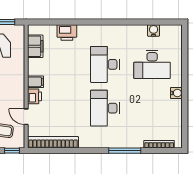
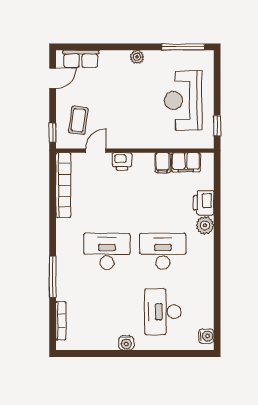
water cooler: (154, 30) -> (206, 336), moved
plant: (85, 31) -> (205, 225), added
filing cabinet: (36, 82) -> (163, 163), moved

